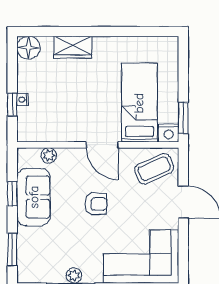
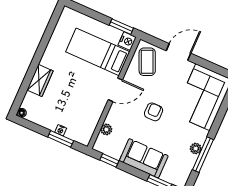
floor lamp: (28, 48) -> (22, 113), width x0.53, depth x0.53
window: (12, 104) -> (61, 139), width x1.50
window: (12, 194) -> (109, 160), moved
sofa: (34, 197) -> (144, 158), moved

